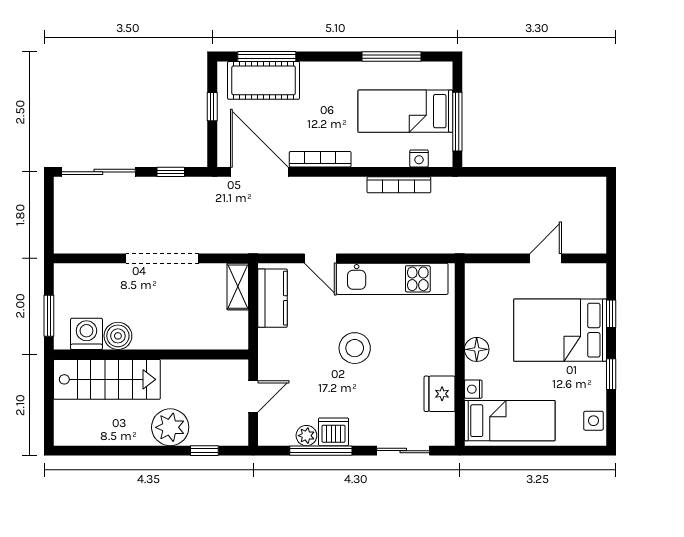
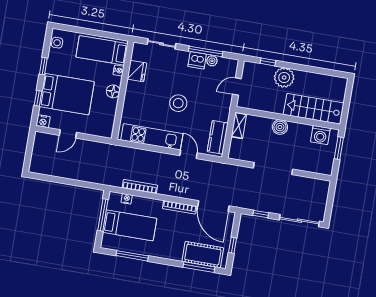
nightstand: (595, 274) -> (43, 121), added
shelving: (238, 287) -> (239, 125), moved
boiler: (118, 336) -> (280, 127), moved

